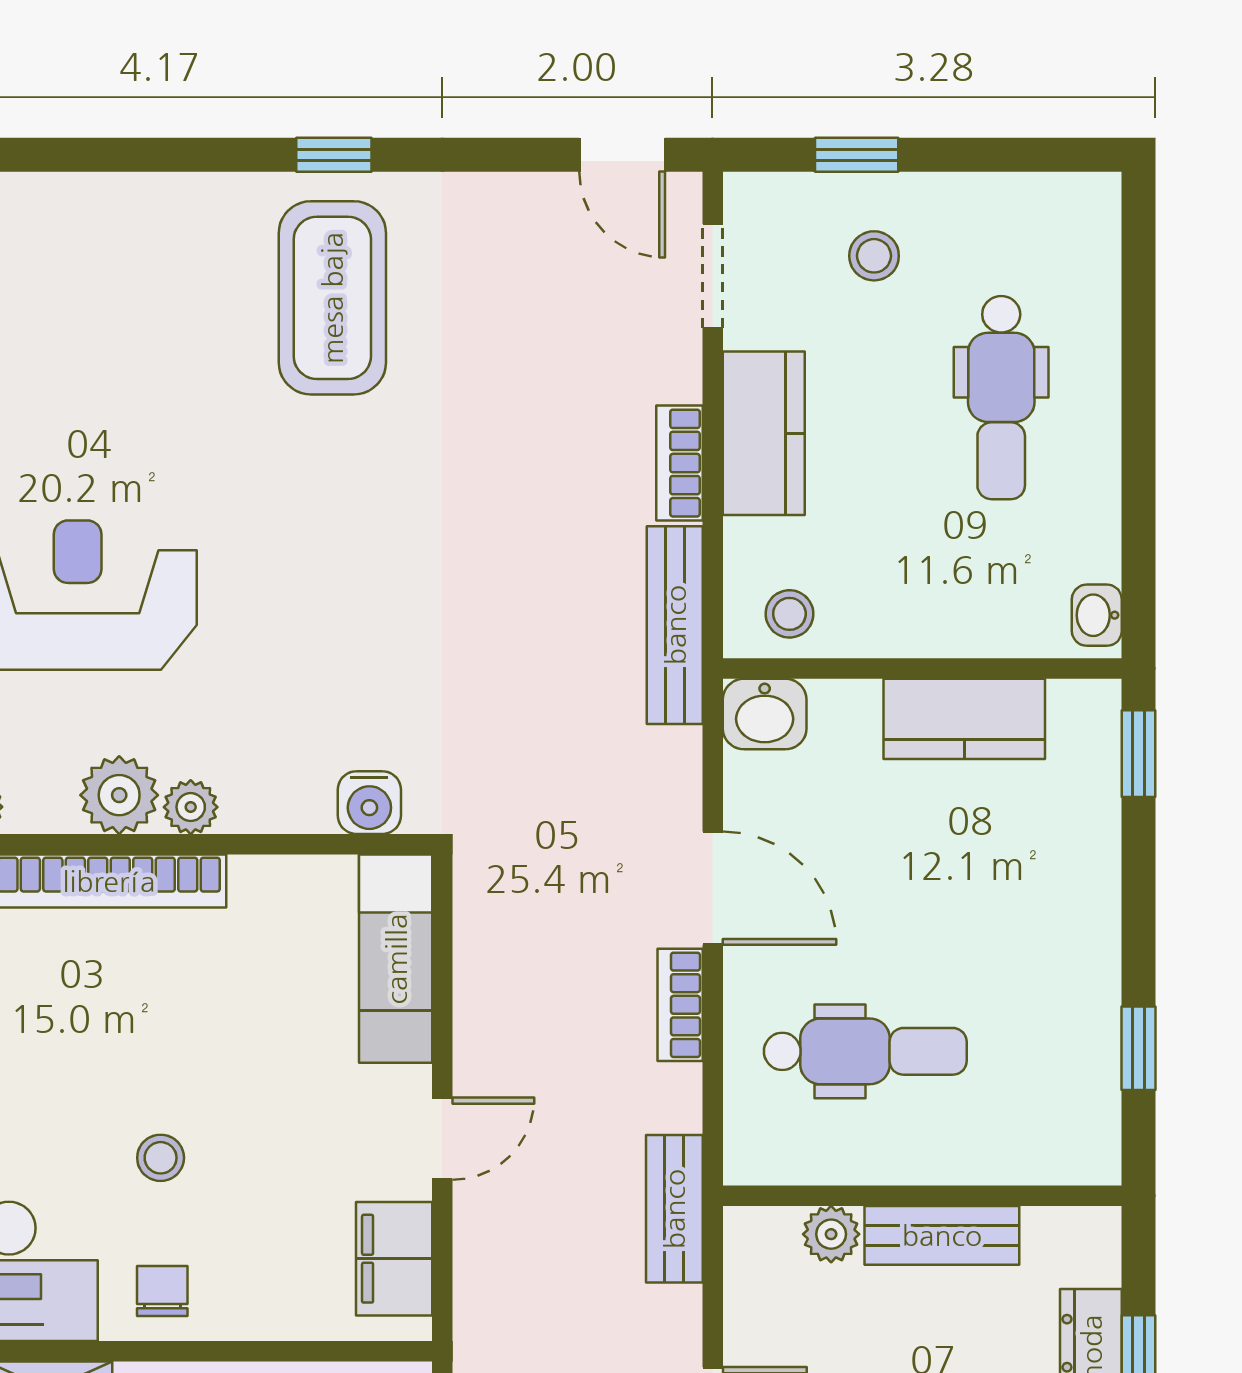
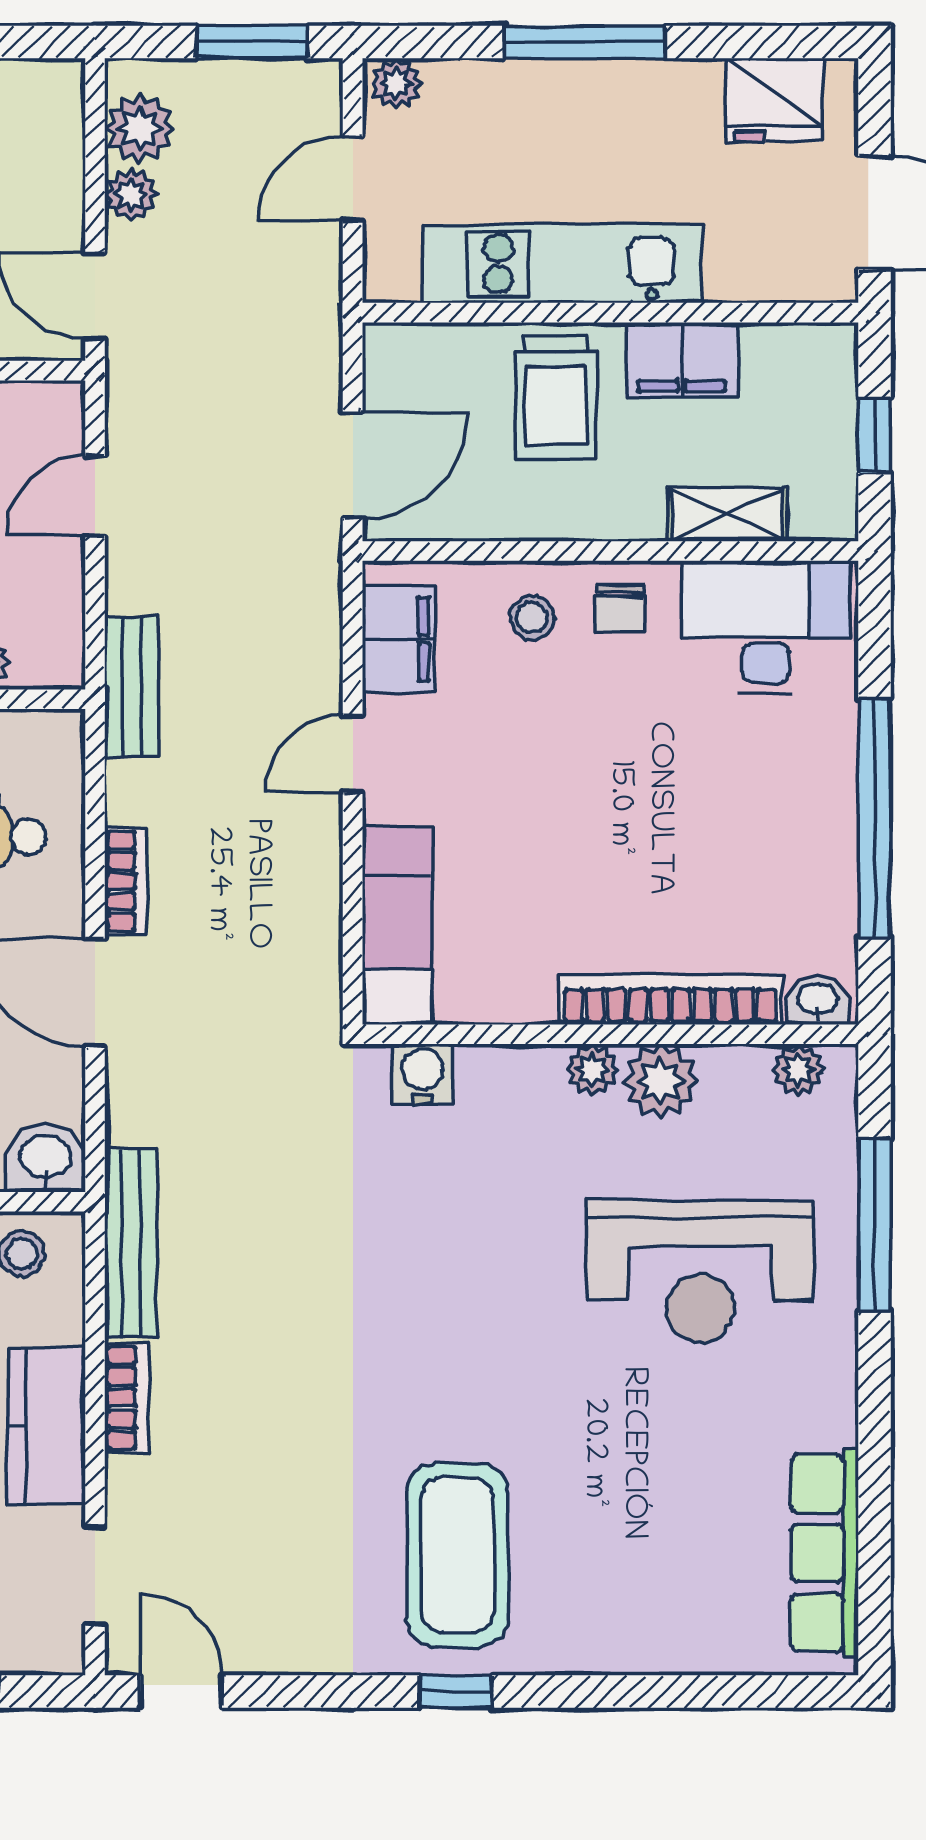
stool: (161, 1158) -> (532, 618), moved

